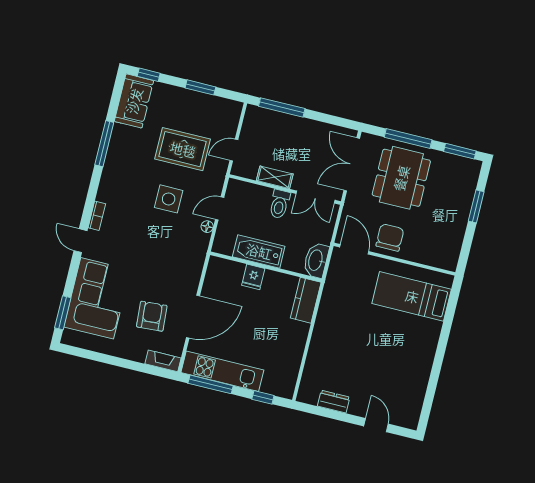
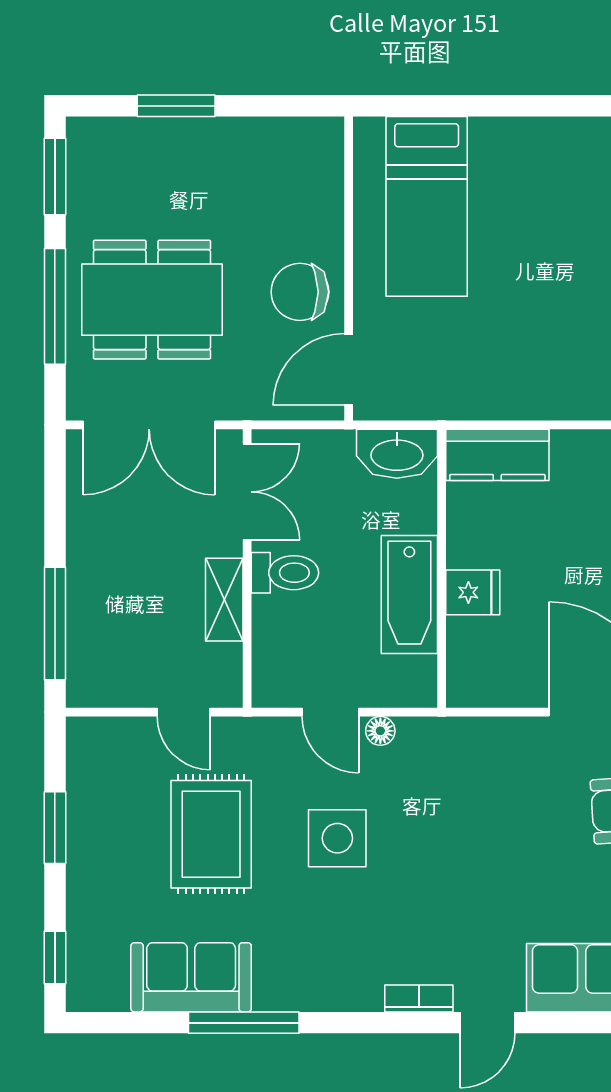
sofa: (134, 101) -> (191, 977), moved

